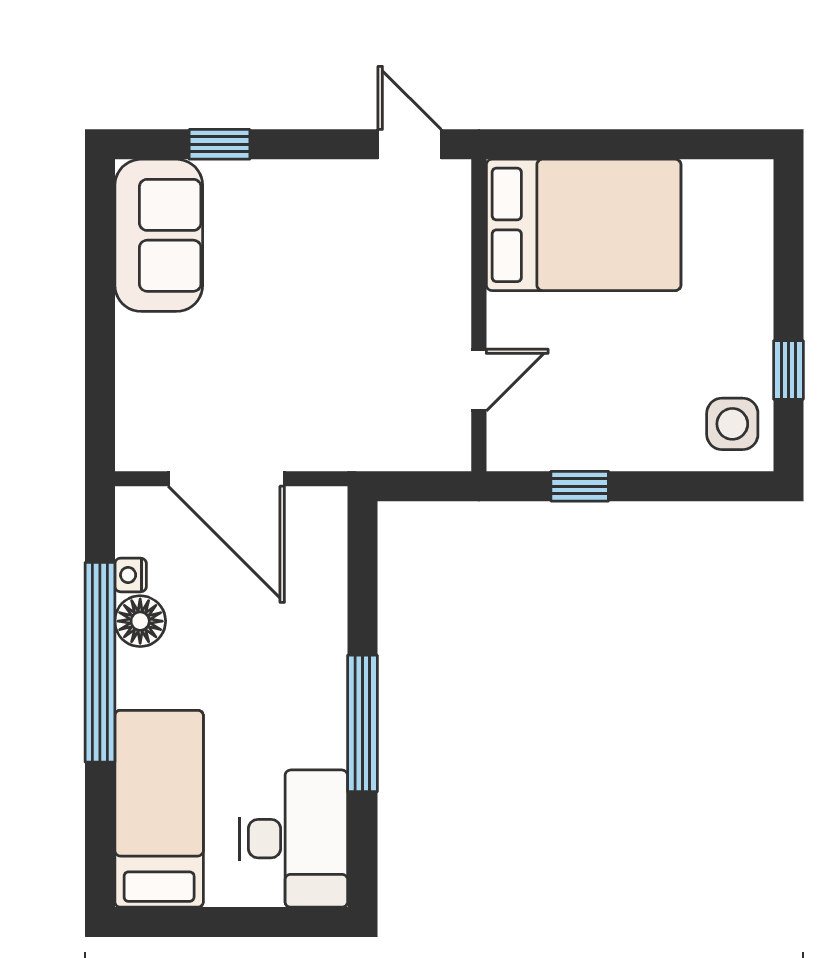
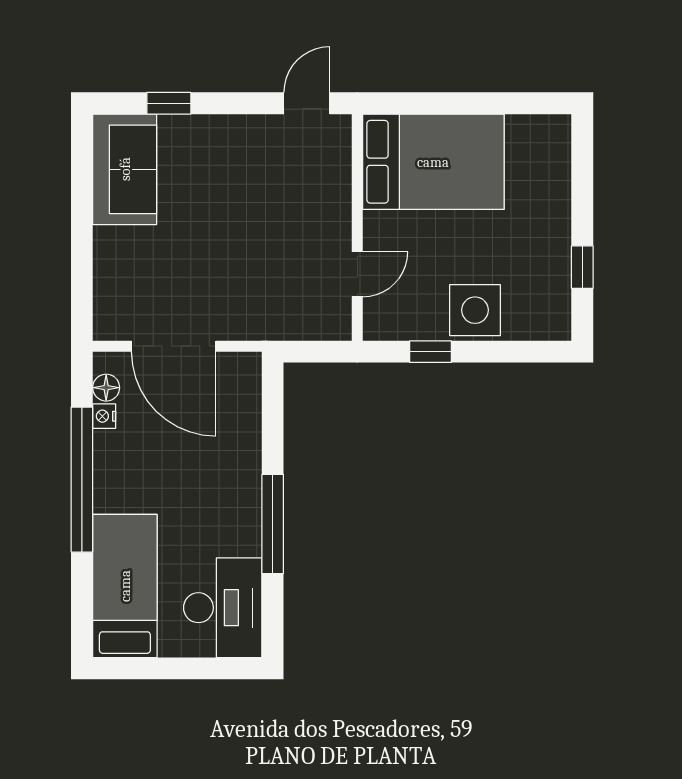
door: (410, 144) -> (307, 103), hinge flipped
side table: (732, 424) -> (475, 310), moved, width x1.37, depth x1.37
floor lamp: (140, 621) -> (106, 388), moved, width x0.73, depth x0.73

